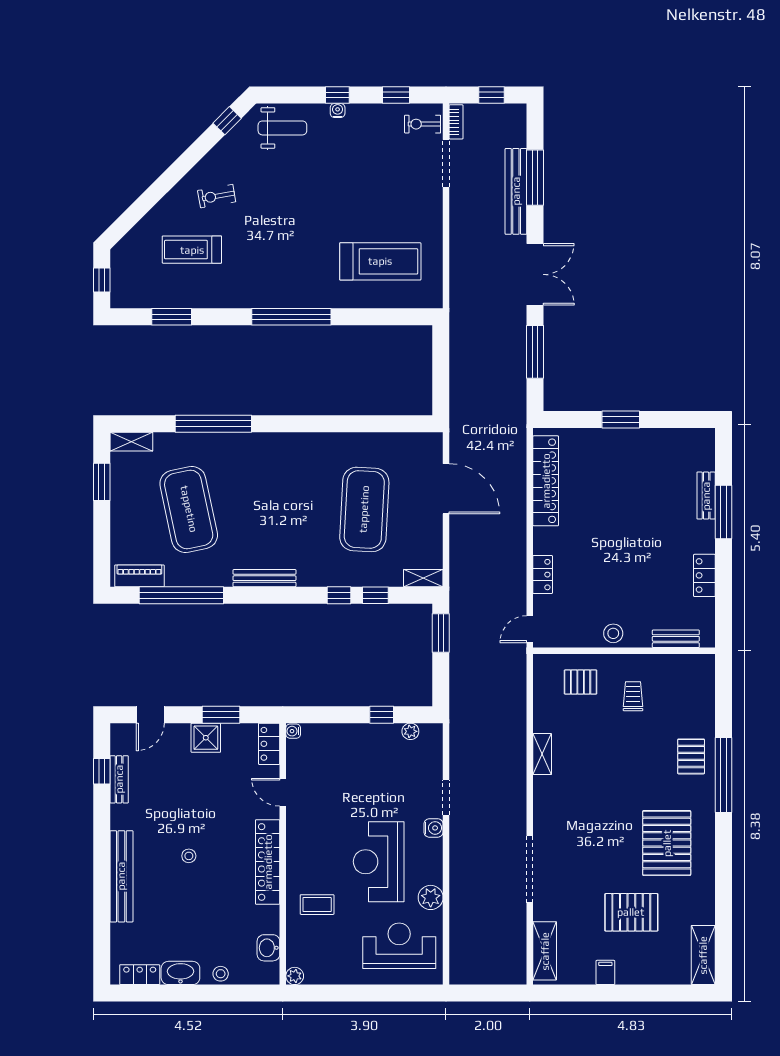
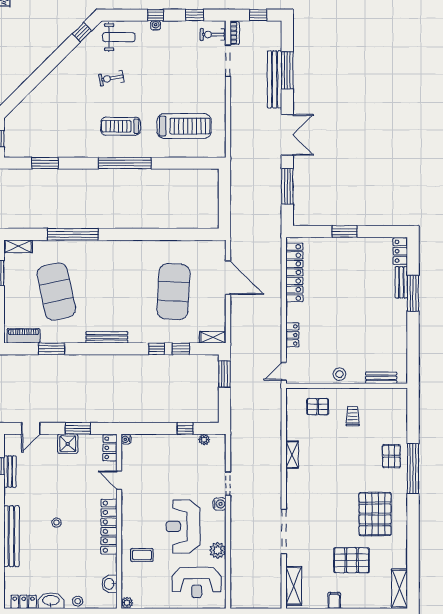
exercise bike: (217, 196) -> (111, 78), moved
treadmill: (192, 250) -> (121, 126), moved
locker: (704, 575) -> (400, 251), moved
window: (181, 595) -> (51, 349), width x0.47
reception desk: (399, 946) -> (197, 583), turned 180

